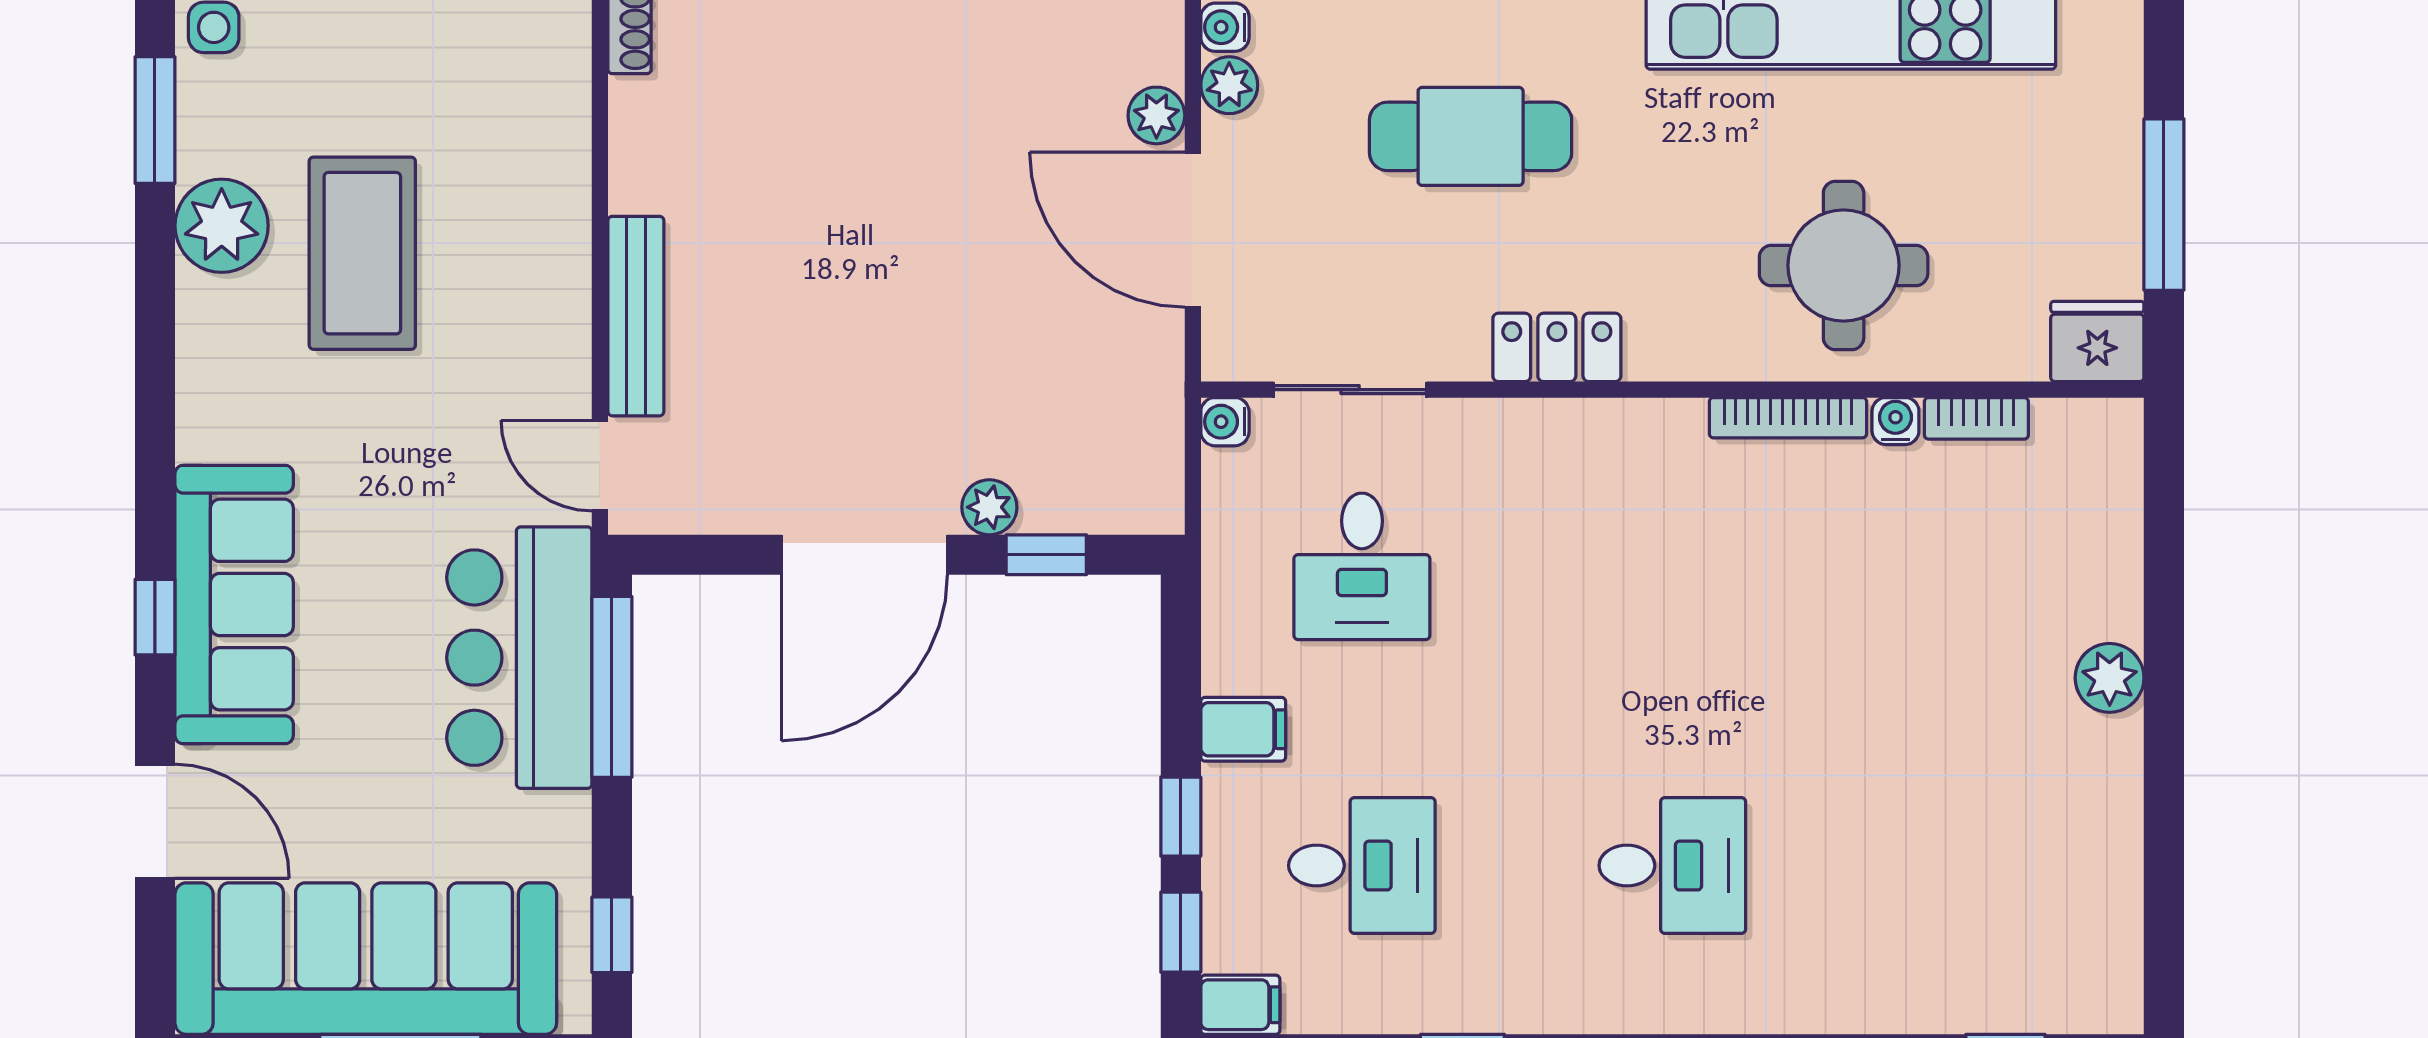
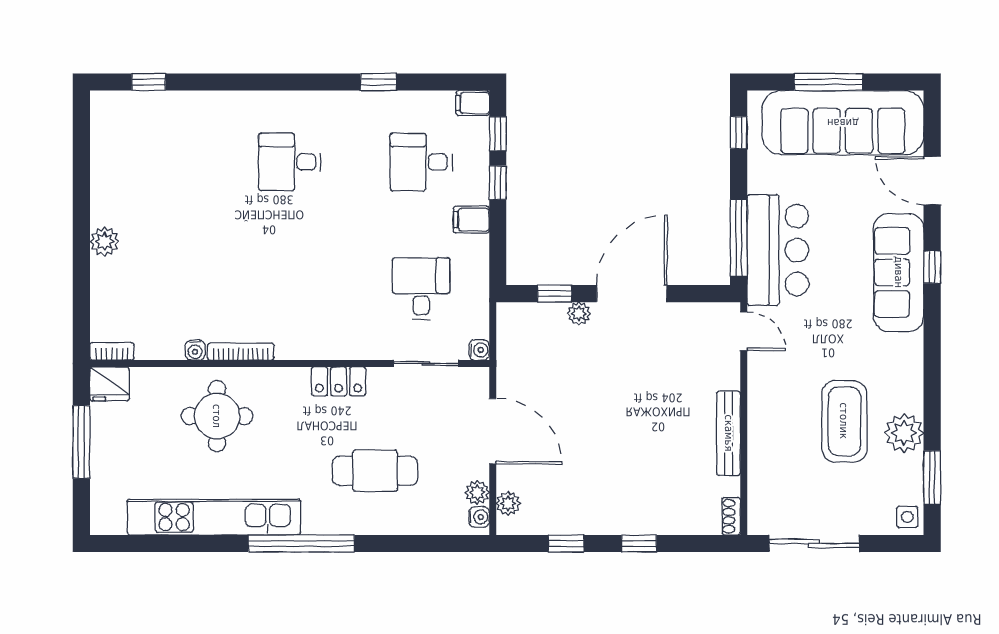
plant: (1156, 115) -> (508, 503), moved
bench: (636, 316) -> (729, 433), moved
bookcase: (1976, 418) -> (112, 351), moved

